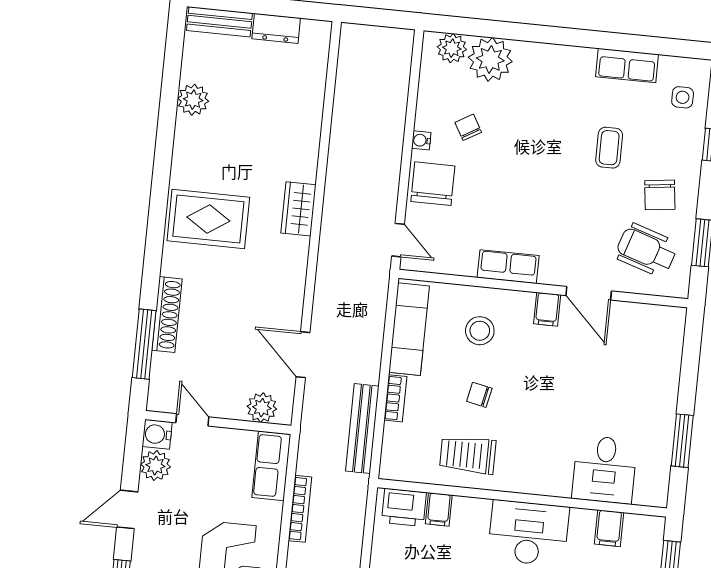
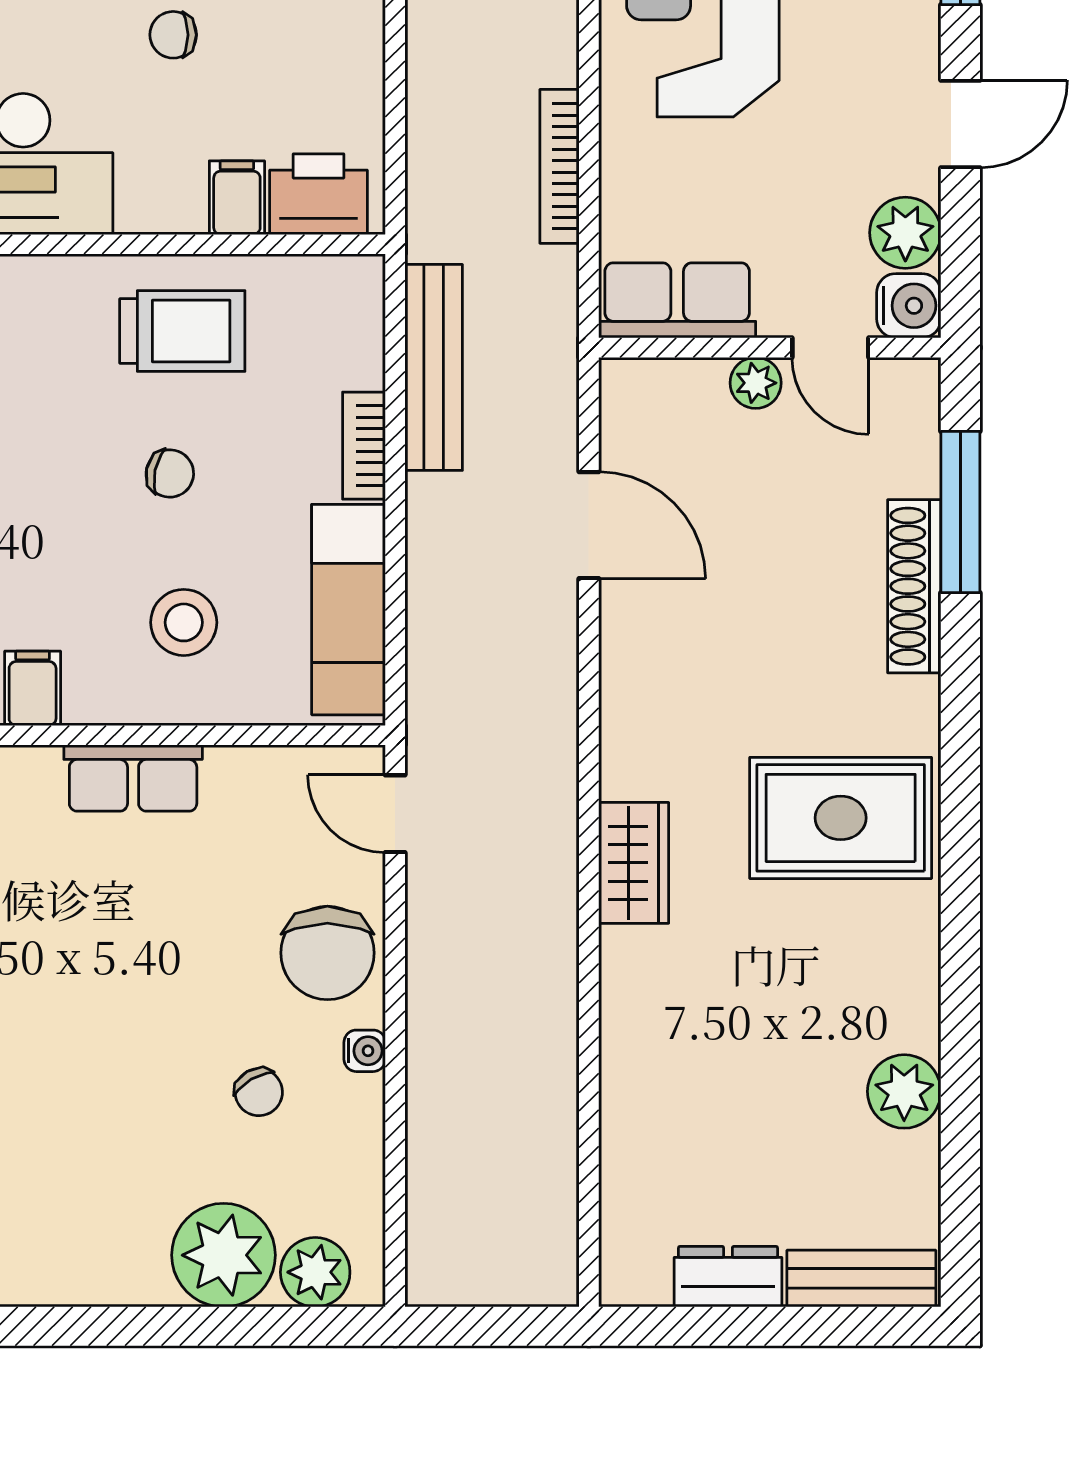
plant: (262, 408) -> (756, 383), moved, width x0.73, depth x0.73
row of seats: (271, 466) -> (677, 300), moved, turned -90

